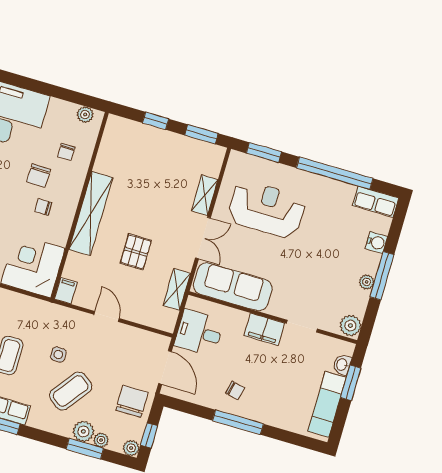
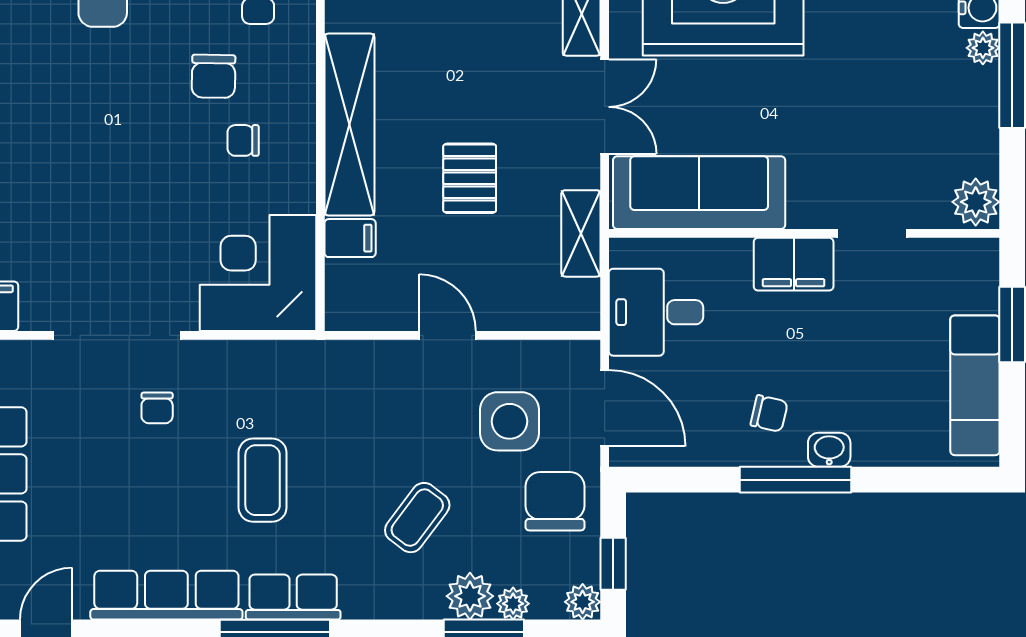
plant: (367, 282) -> (983, 48), moved
filing cabinet: (66, 291) -> (350, 238), moved, turned 90
side table: (58, 354) -> (510, 421), moved, width x1.87, depth x1.87
washbasin: (342, 365) -> (829, 450), moved, turned 90
coffee table: (71, 391) -> (417, 518), width x0.73, depth x0.77

